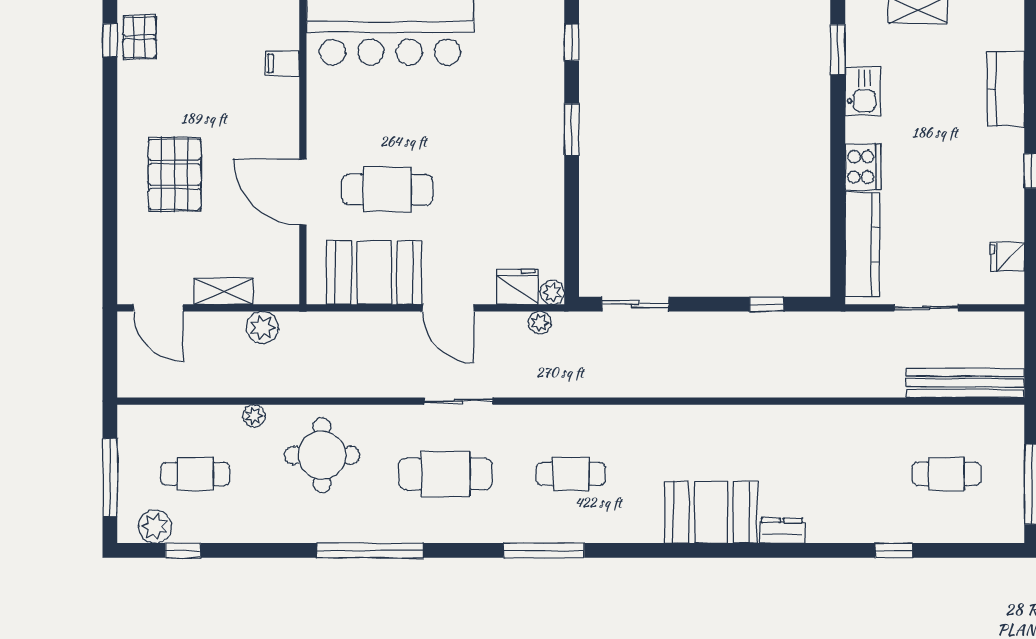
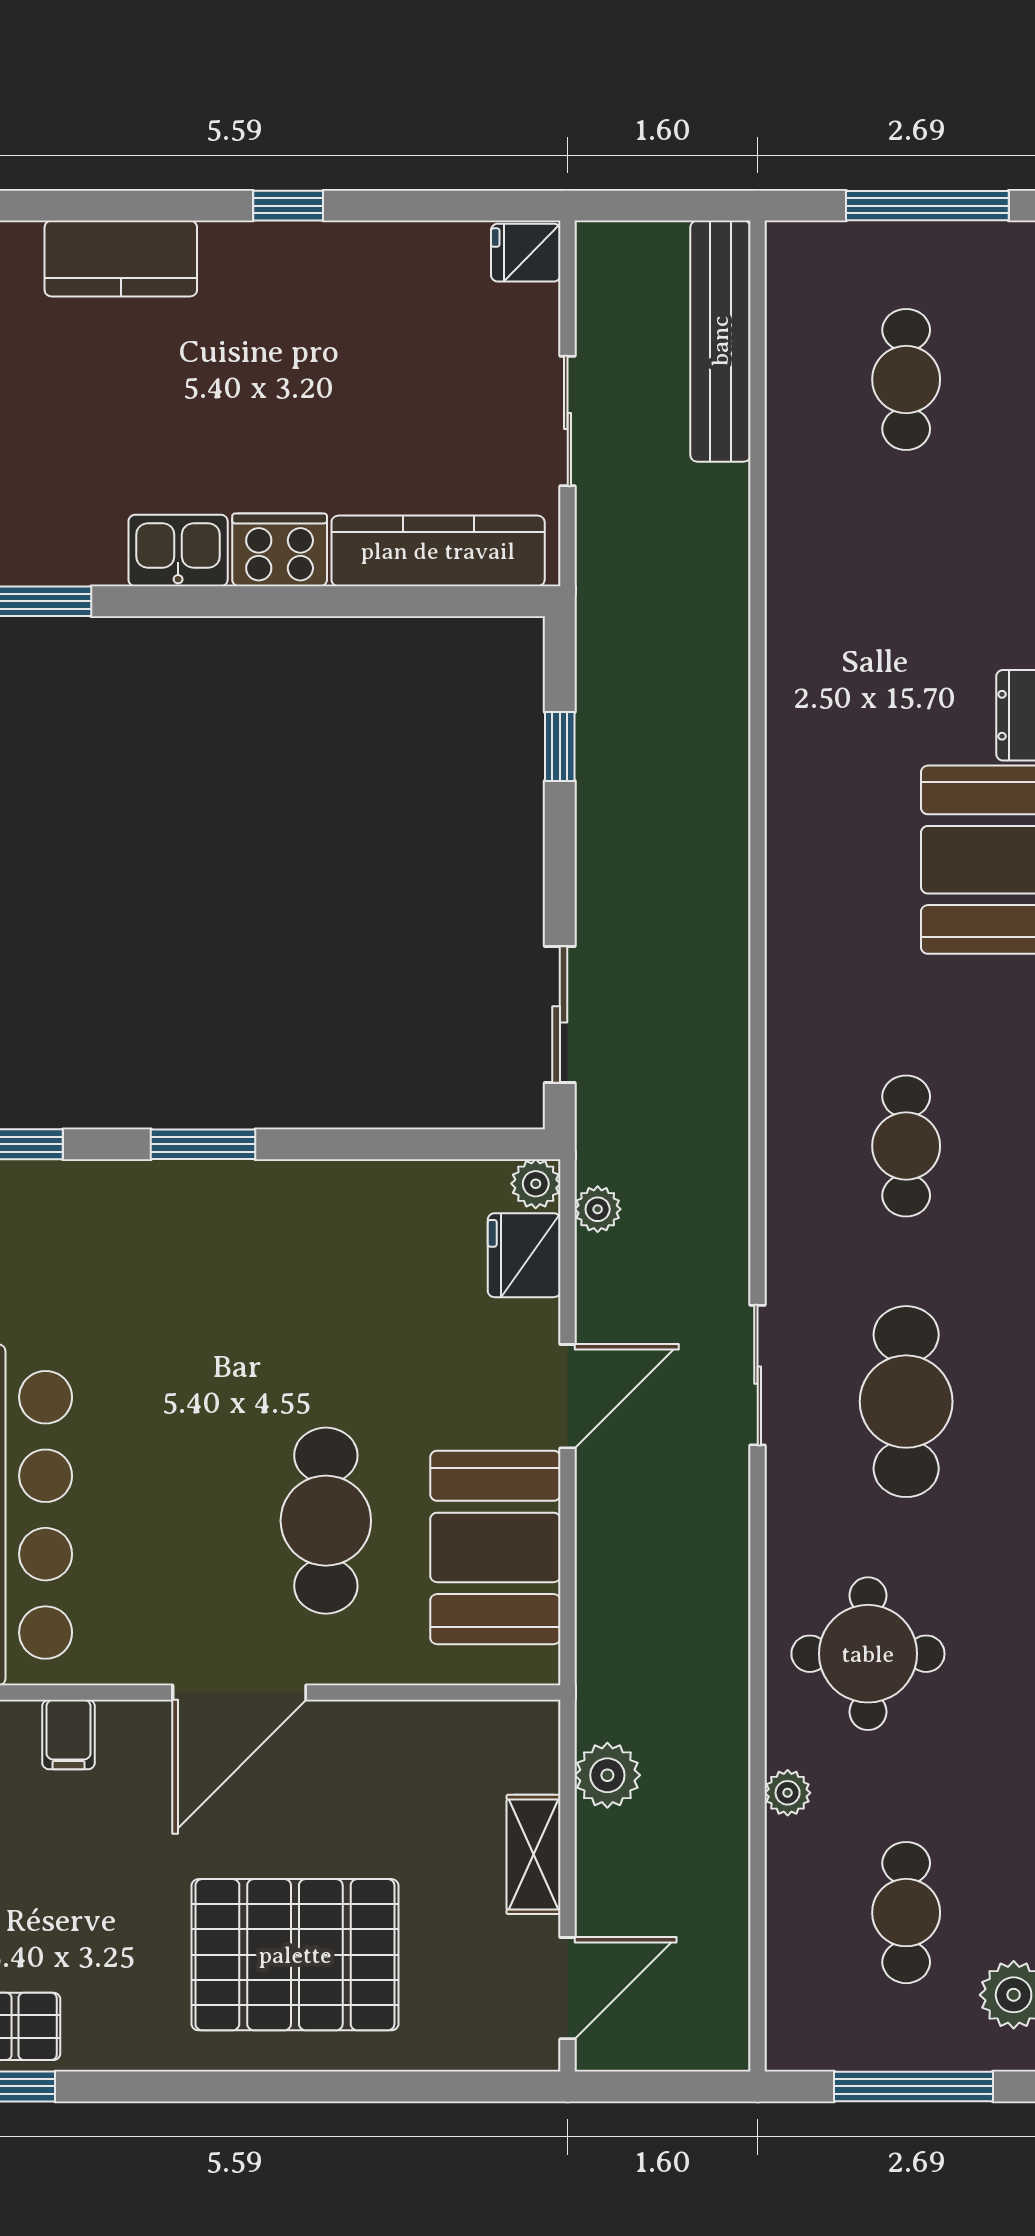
kitchen sink: (863, 91) -> (178, 551), moved
pallet: (175, 174) -> (295, 1955), width x1.37, depth x1.41
door: (303, 192) -> (239, 1693), moved
fridge: (1007, 257) -> (526, 253), moved, turned 90

